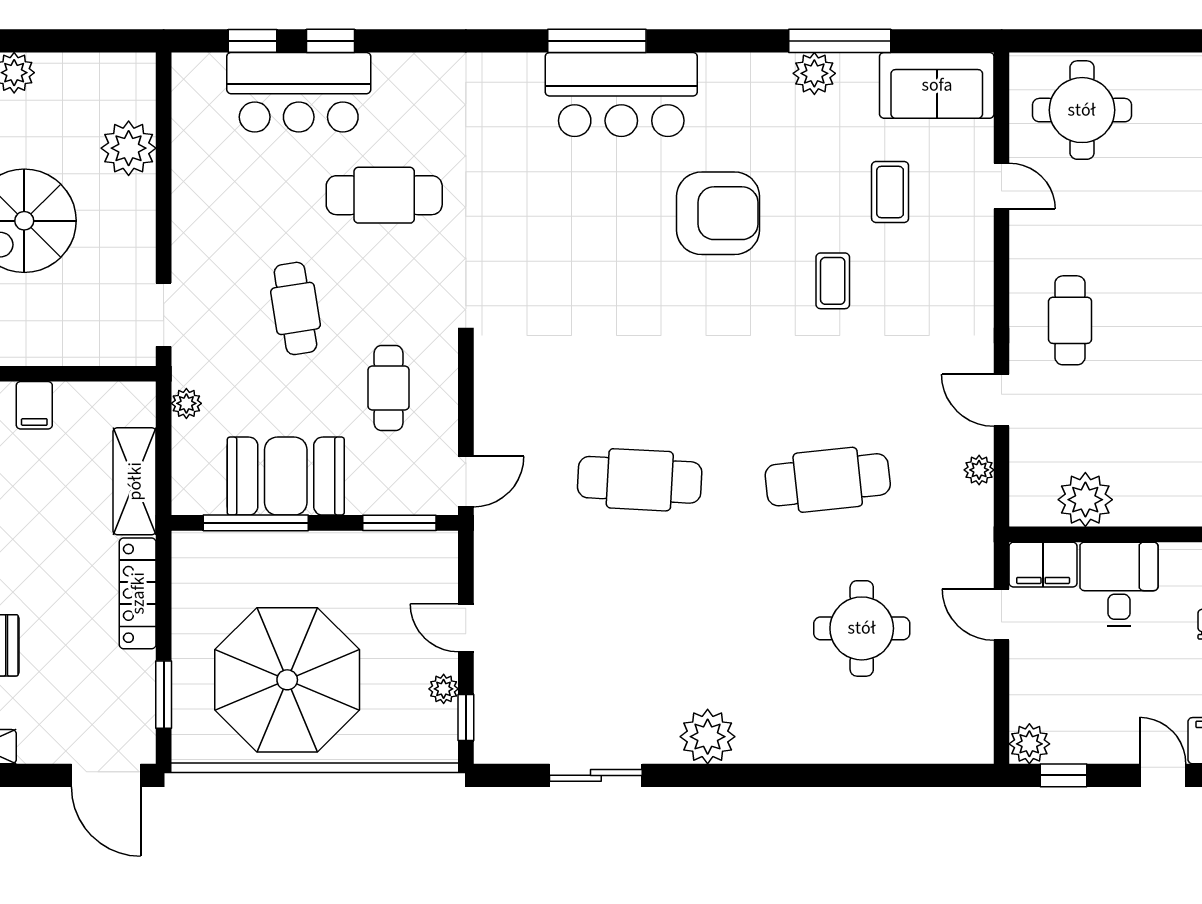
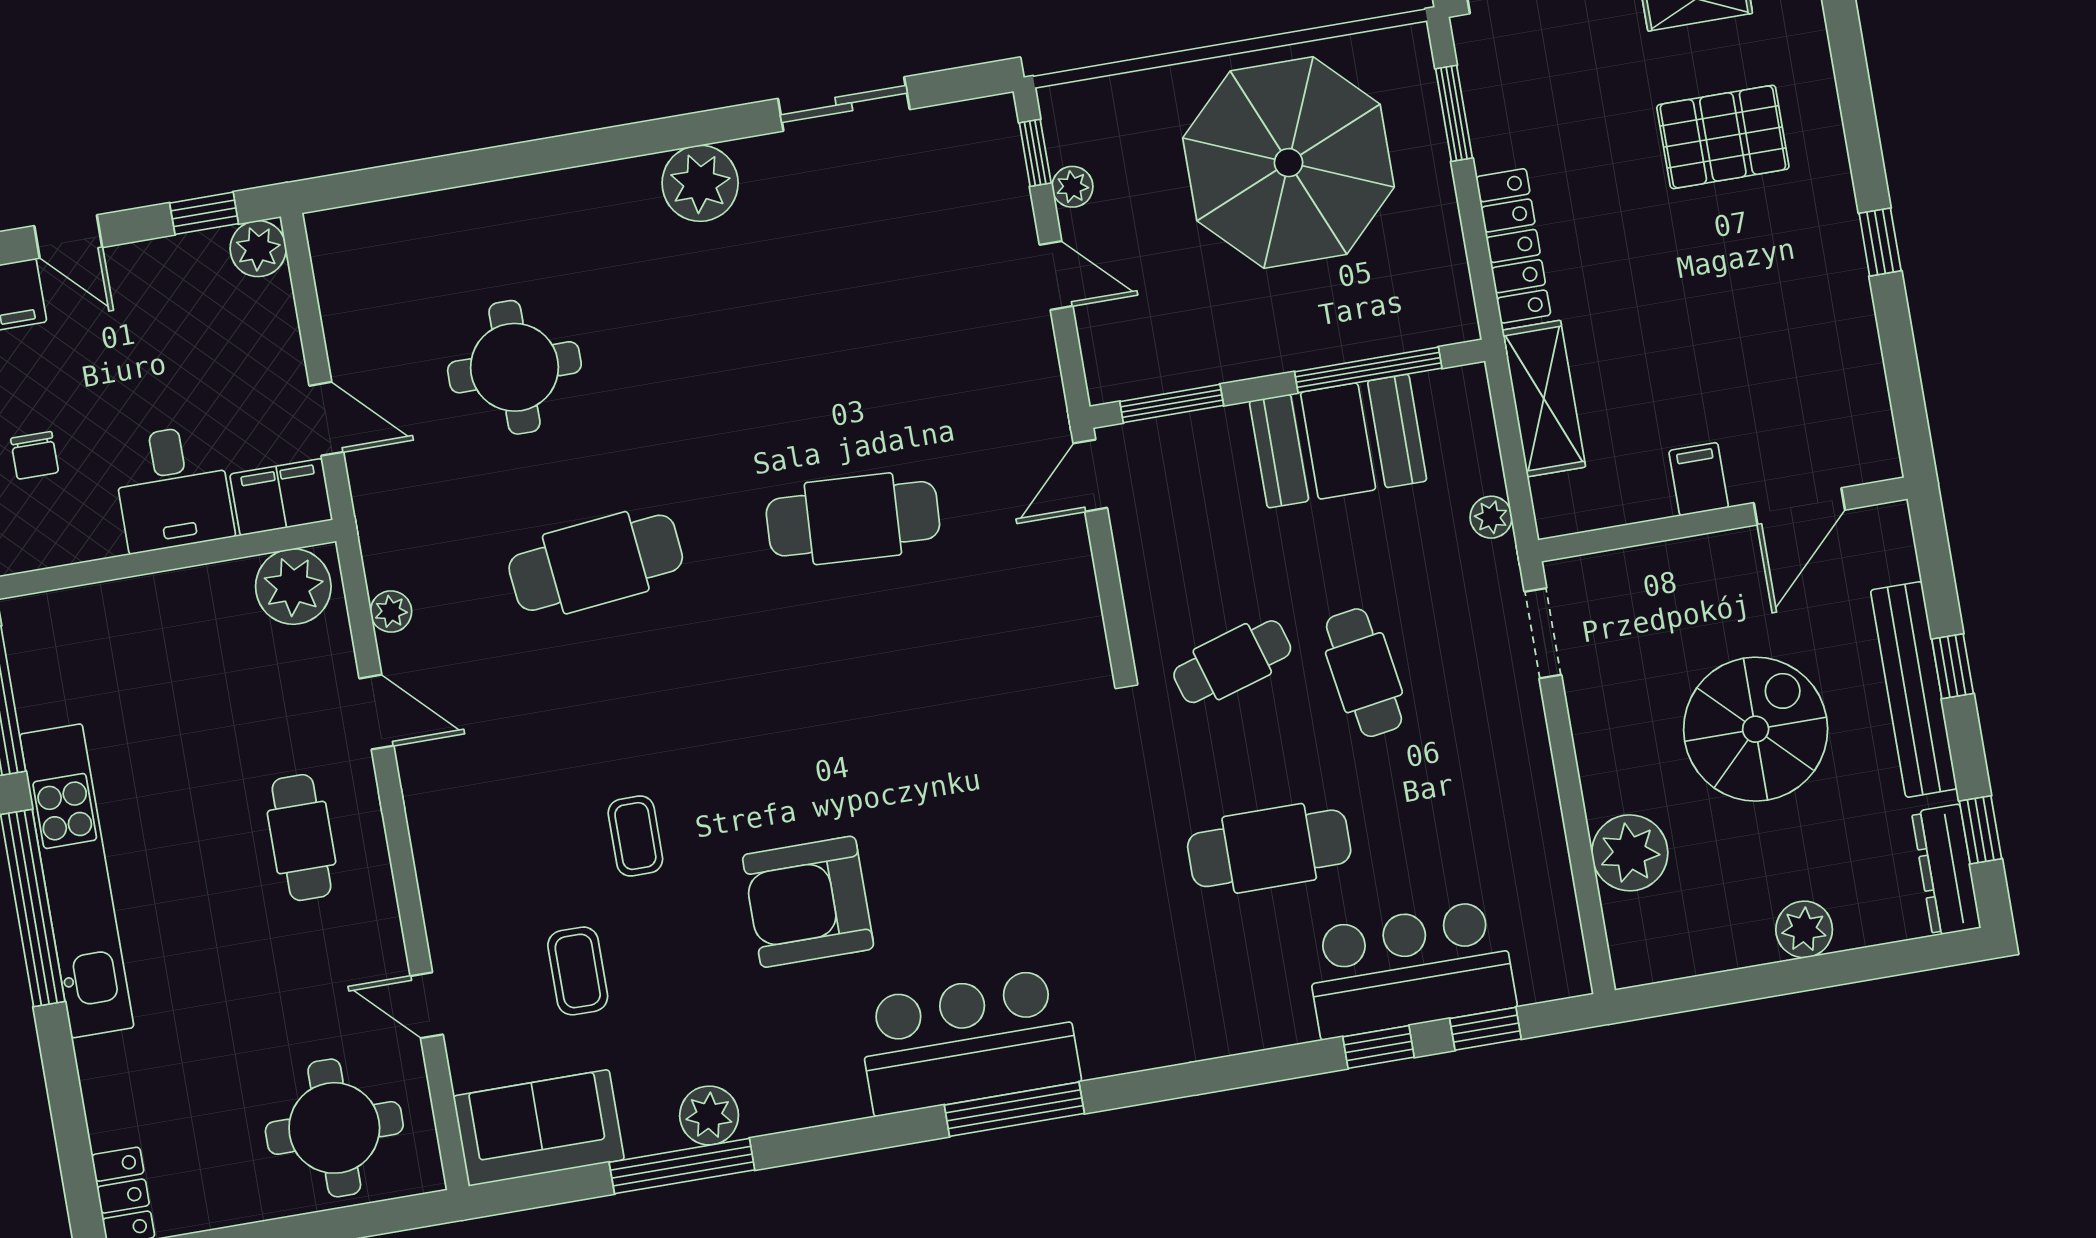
cafe table: (389, 388) -> (1232, 662), moved, turned 73
plant: (1085, 500) -> (293, 587), moved

